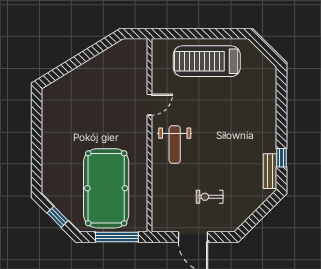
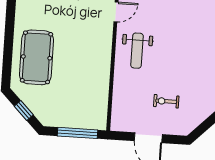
pool table: (106, 188) -> (37, 57), moved, width x0.73, depth x0.76

